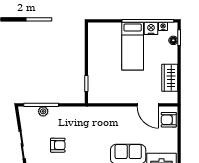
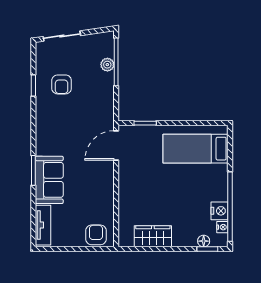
bed: (133, 46) -> (196, 149), moved
door: (148, 105) -> (116, 145), moved

